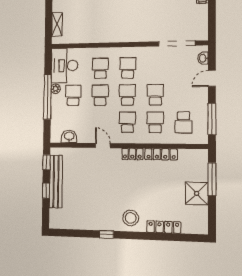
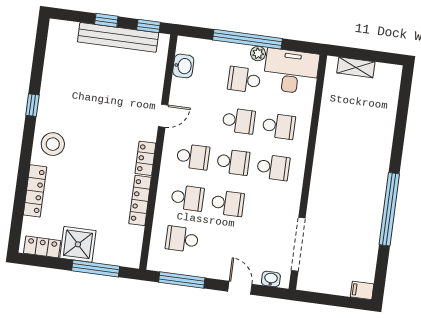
school desk: (73, 95) -> (244, 80), turned 180
locker: (202, 218) -> (42, 247), added

